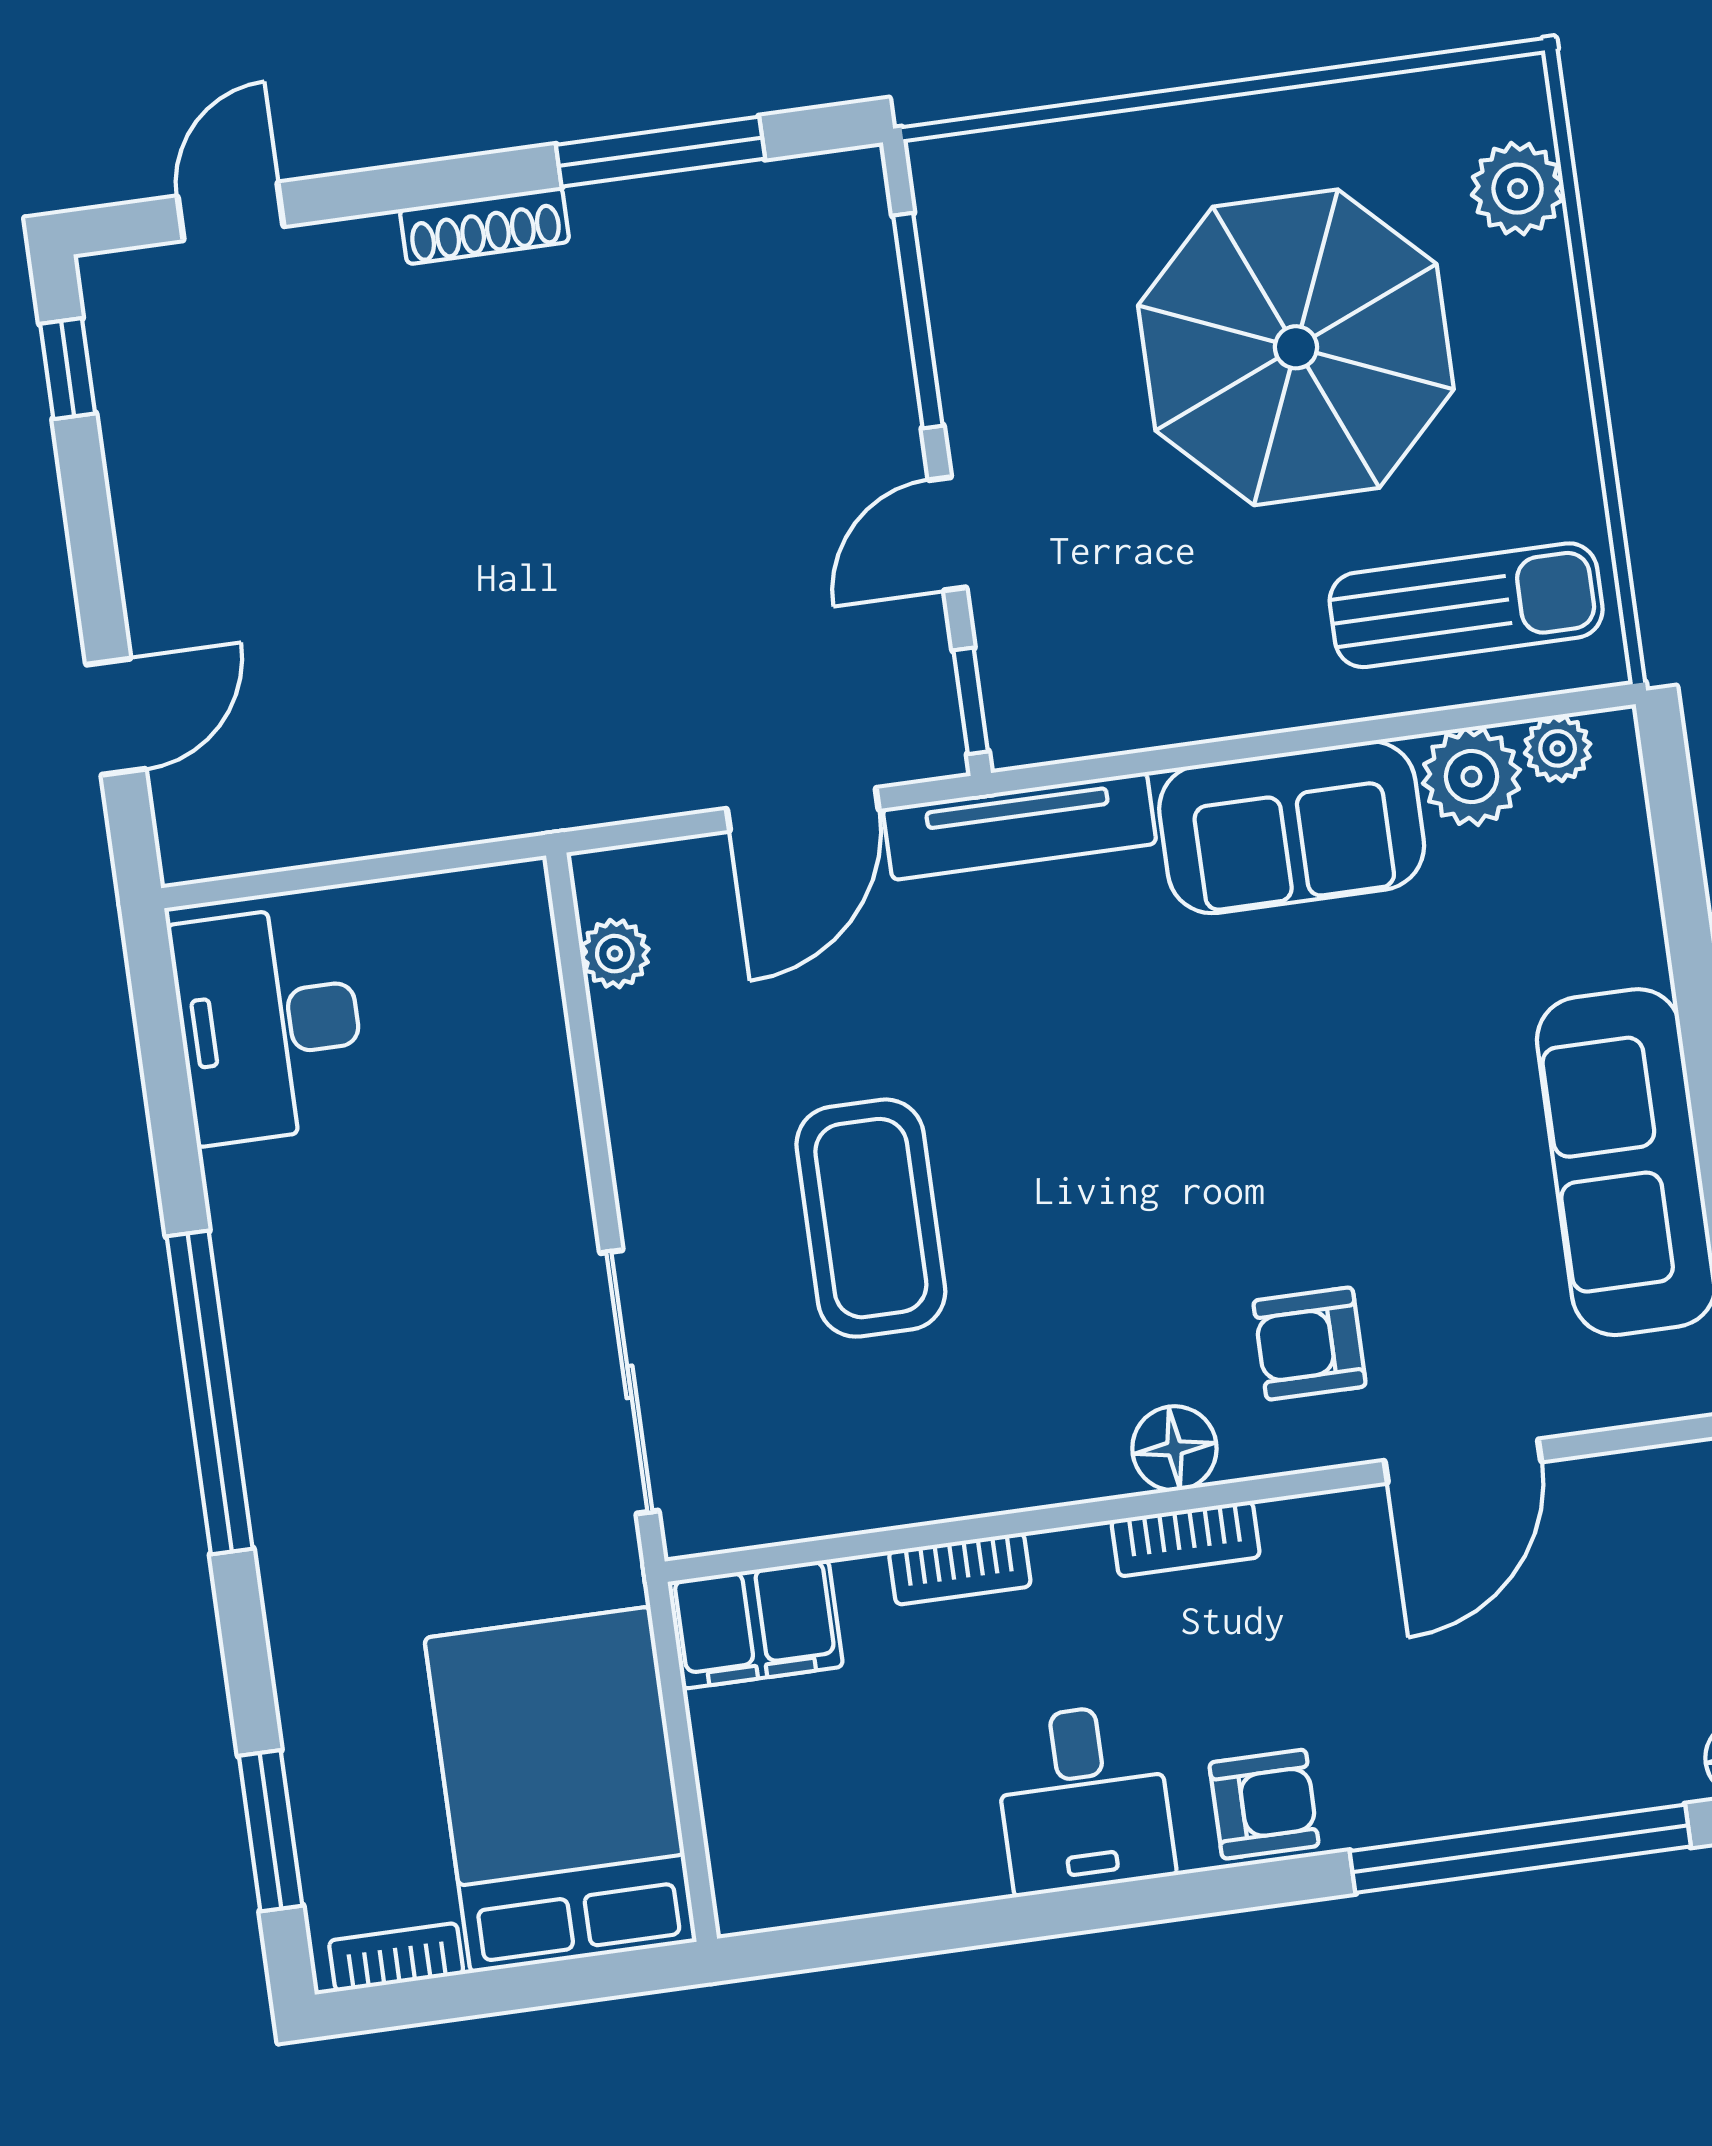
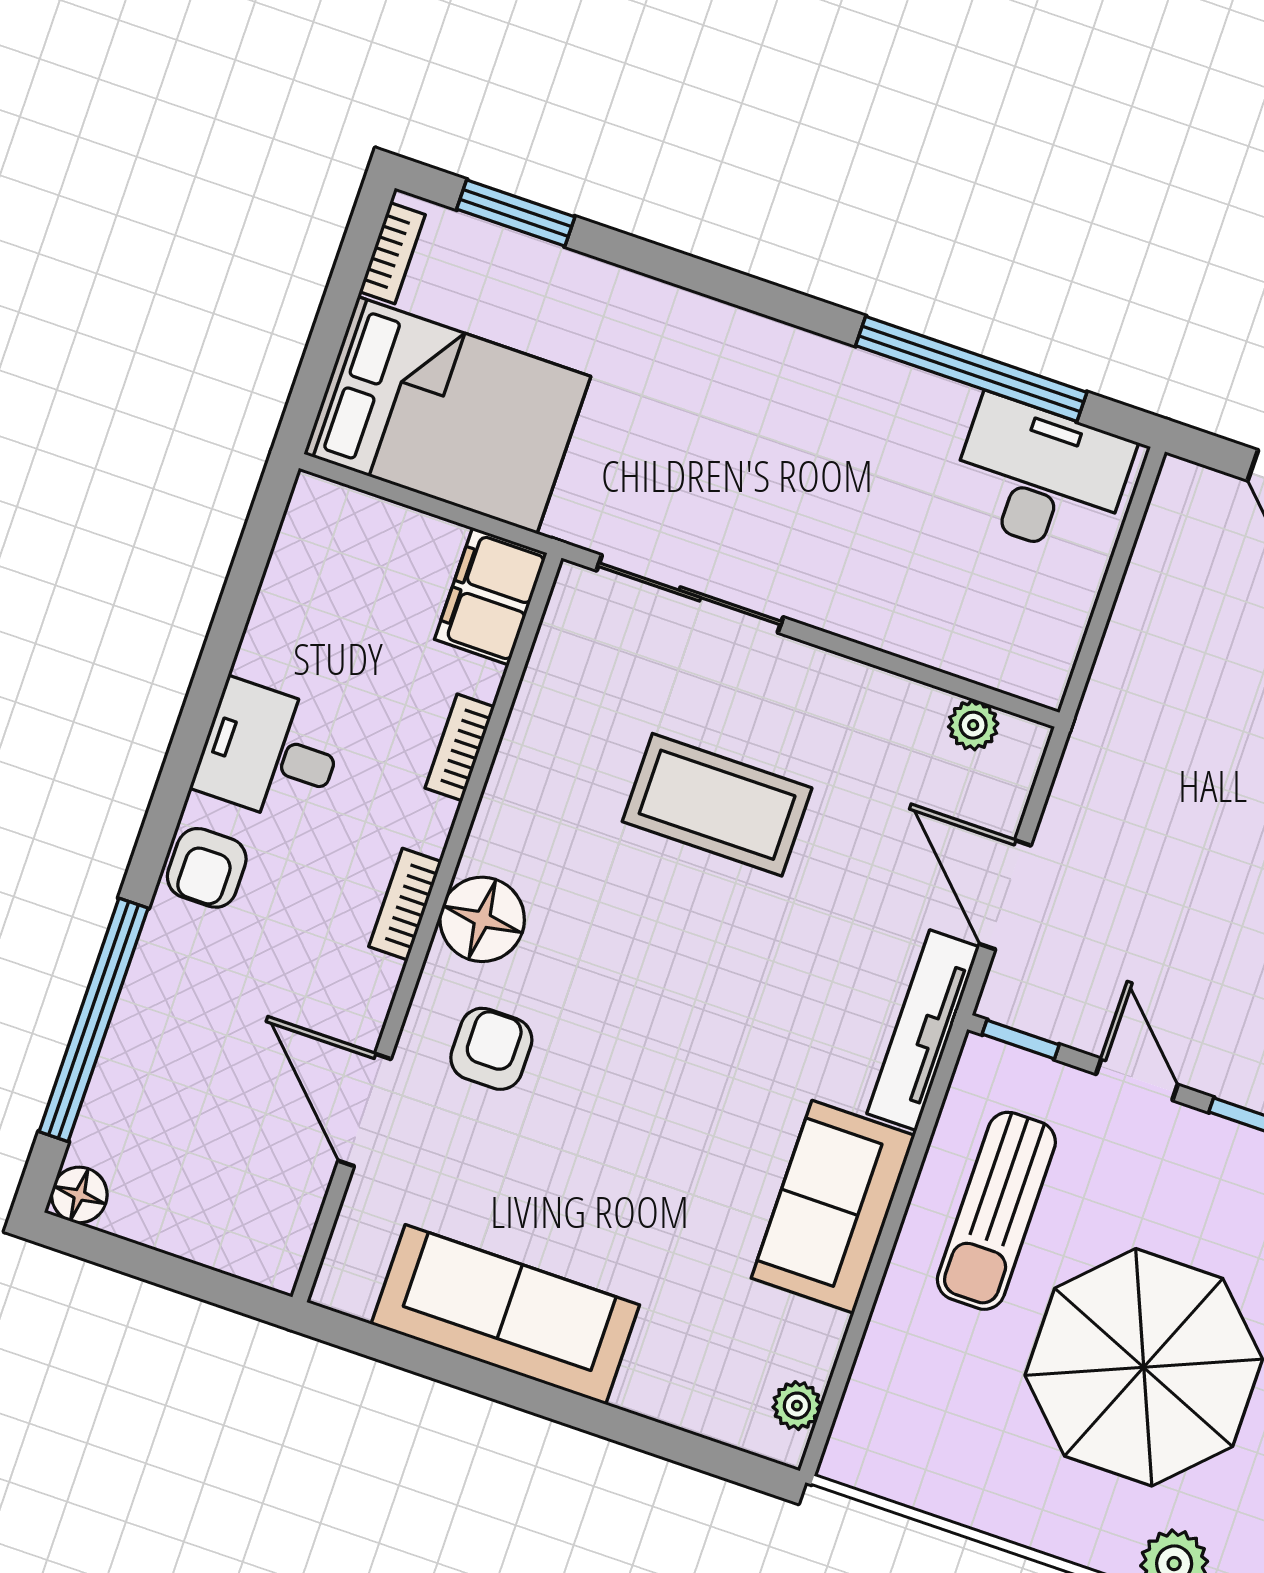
sun lounger: (1466, 605) -> (996, 1211), moved
plant: (1471, 777) -> (807, 1340), removed
window: (210, 1393) -> (971, 369), moved
floor lamp: (1174, 1448) -> (482, 919), width x1.38, depth x1.38

